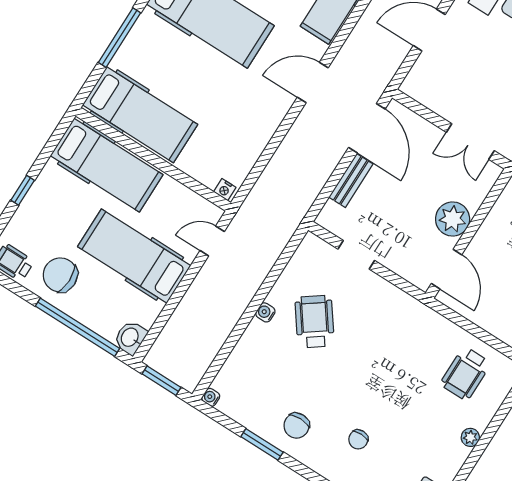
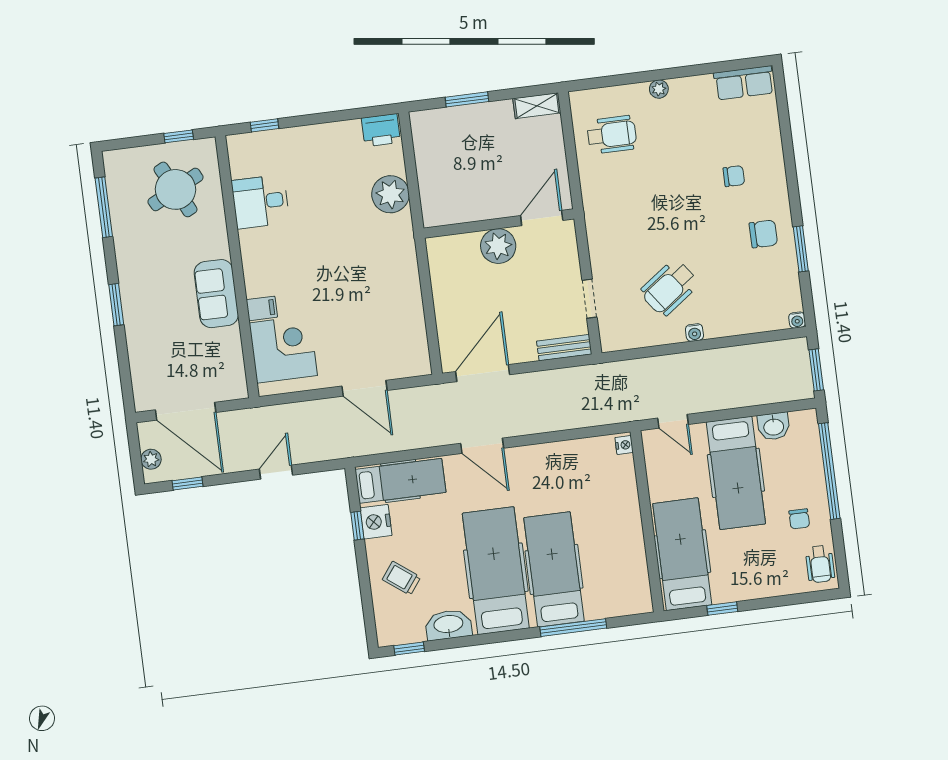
hospital bed: (140, 115) -> (554, 569), moved
double door: (470, 141) -> (425, 283), removed
bench: (351, 181) -> (564, 348), moved
window: (23, 190) -> (722, 608), moved
chair: (60, 275) -> (799, 519), width x0.54, depth x0.54
washbasin: (130, 338) -> (774, 426), moved

